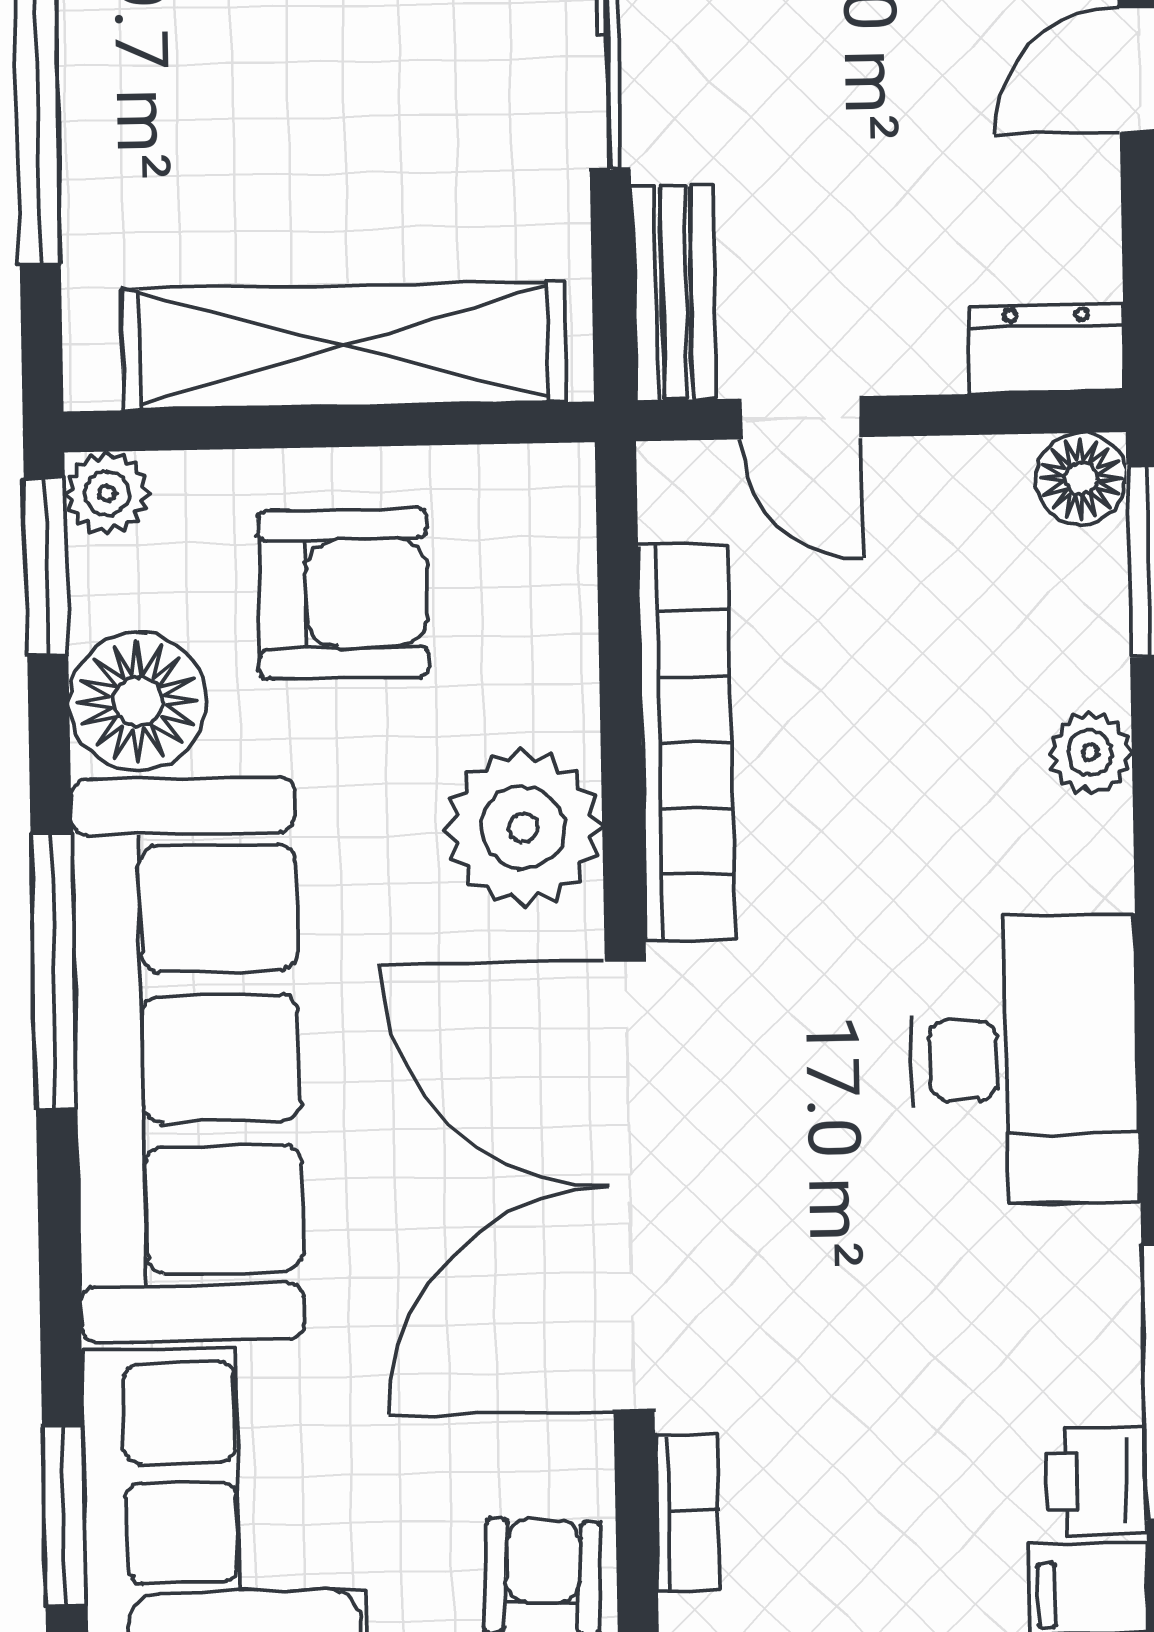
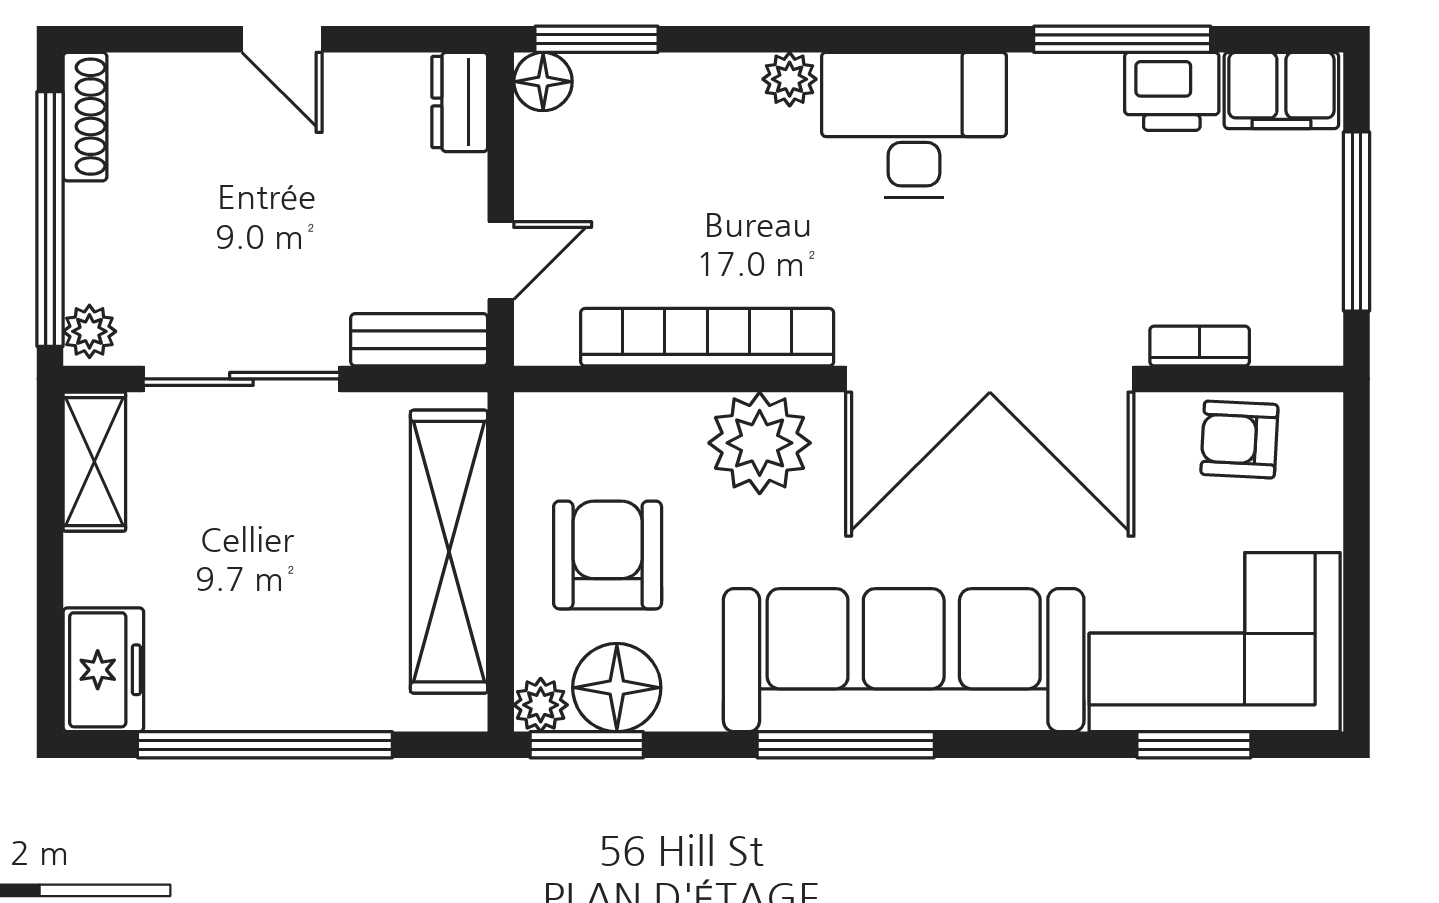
floor lamp: (138, 701) -> (617, 688), moved
plant: (1090, 753) -> (790, 79), moved
printer: (1097, 1481) -> (1172, 91), width x1.36, depth x1.24

